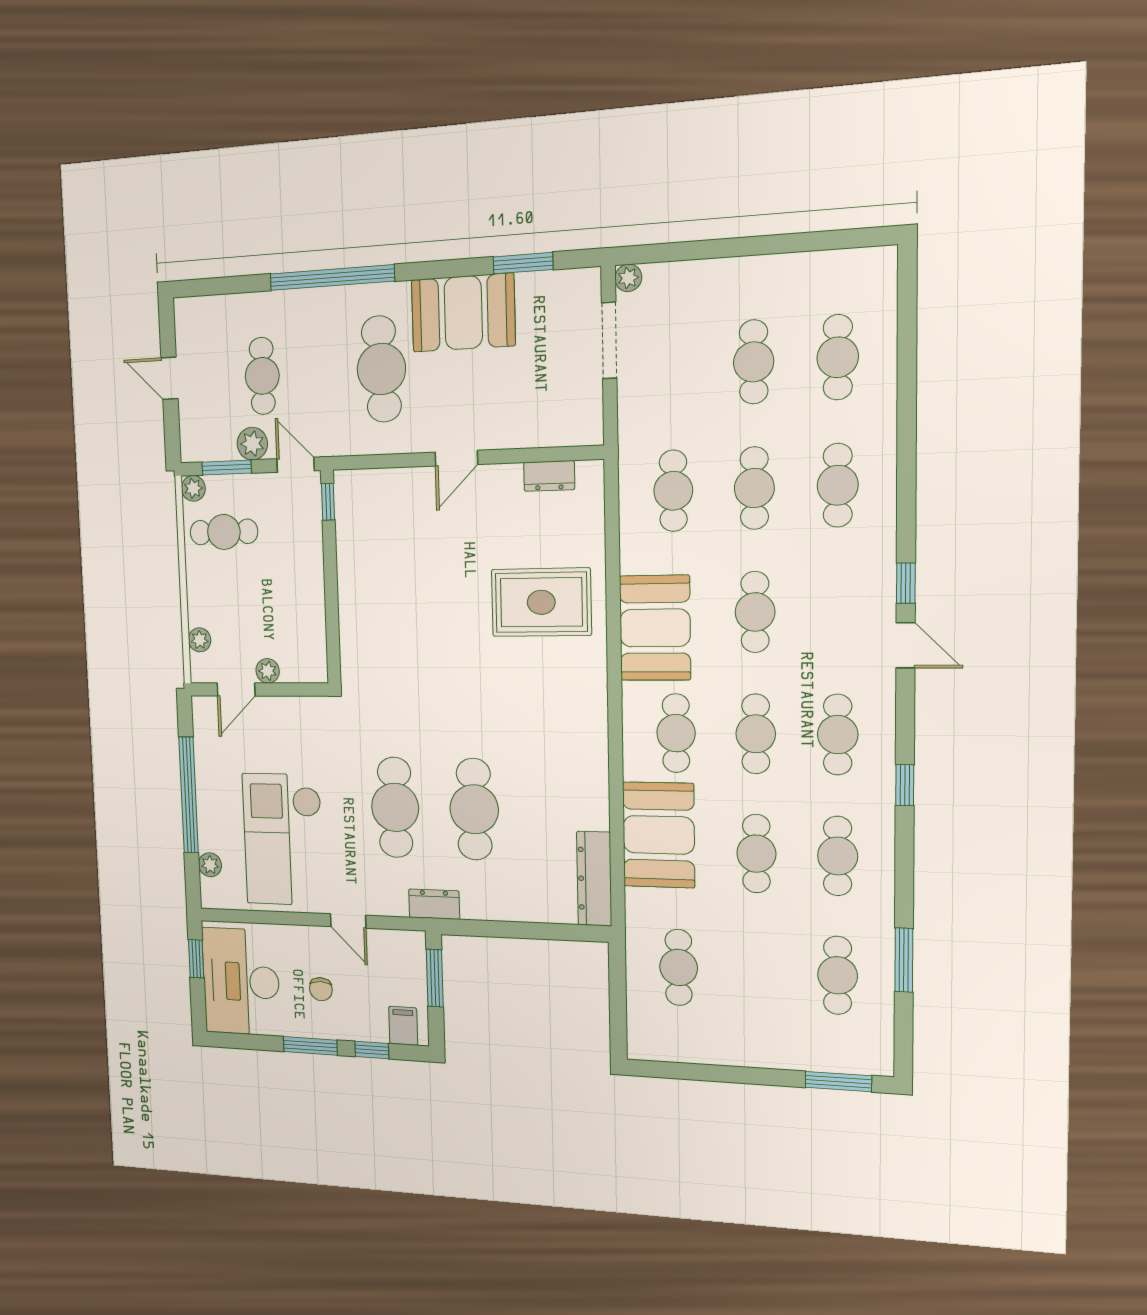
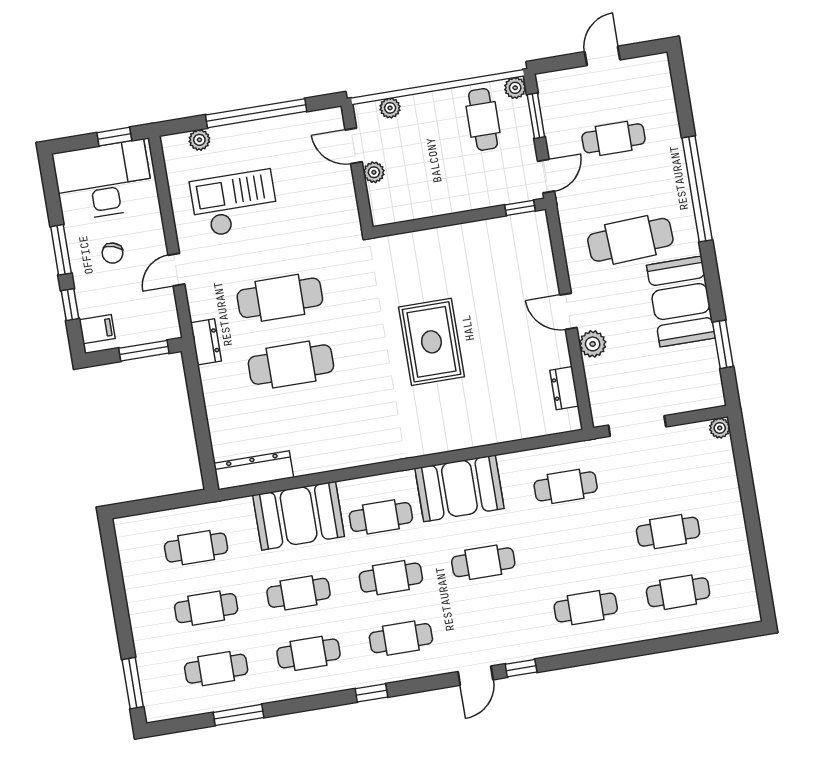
doorway: (609, 340) -> (637, 426), moved
plant: (252, 444) -> (593, 344), moved
cafe table: (754, 488) -> (206, 608), moved
rug: (541, 602) -> (431, 342), moved
checkout: (283, 839) -> (234, 203), width x0.73, depth x0.83
chair: (321, 989) -> (113, 253), turned -73

